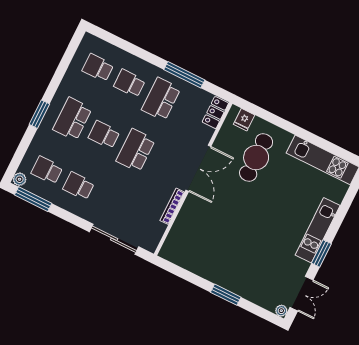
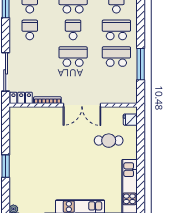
school desk: (130, 83) -> (116, 30), width x1.85
locker: (215, 113) -> (21, 98), moved
cafe table: (256, 157) -> (109, 141), width x0.73, depth x0.74

